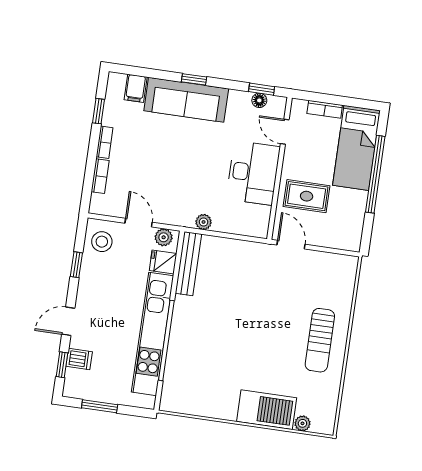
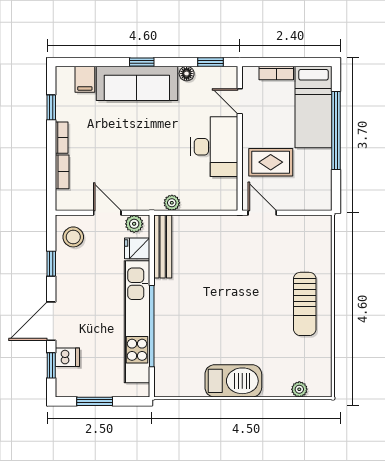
floor lamp: (259, 100) -> (187, 74), moved
door: (68, 321) -> (51, 321), width x1.38
barbecue: (267, 410) -> (233, 381), moved

